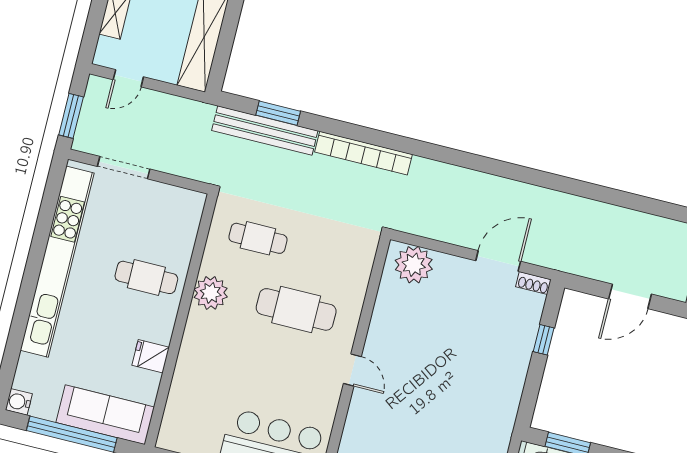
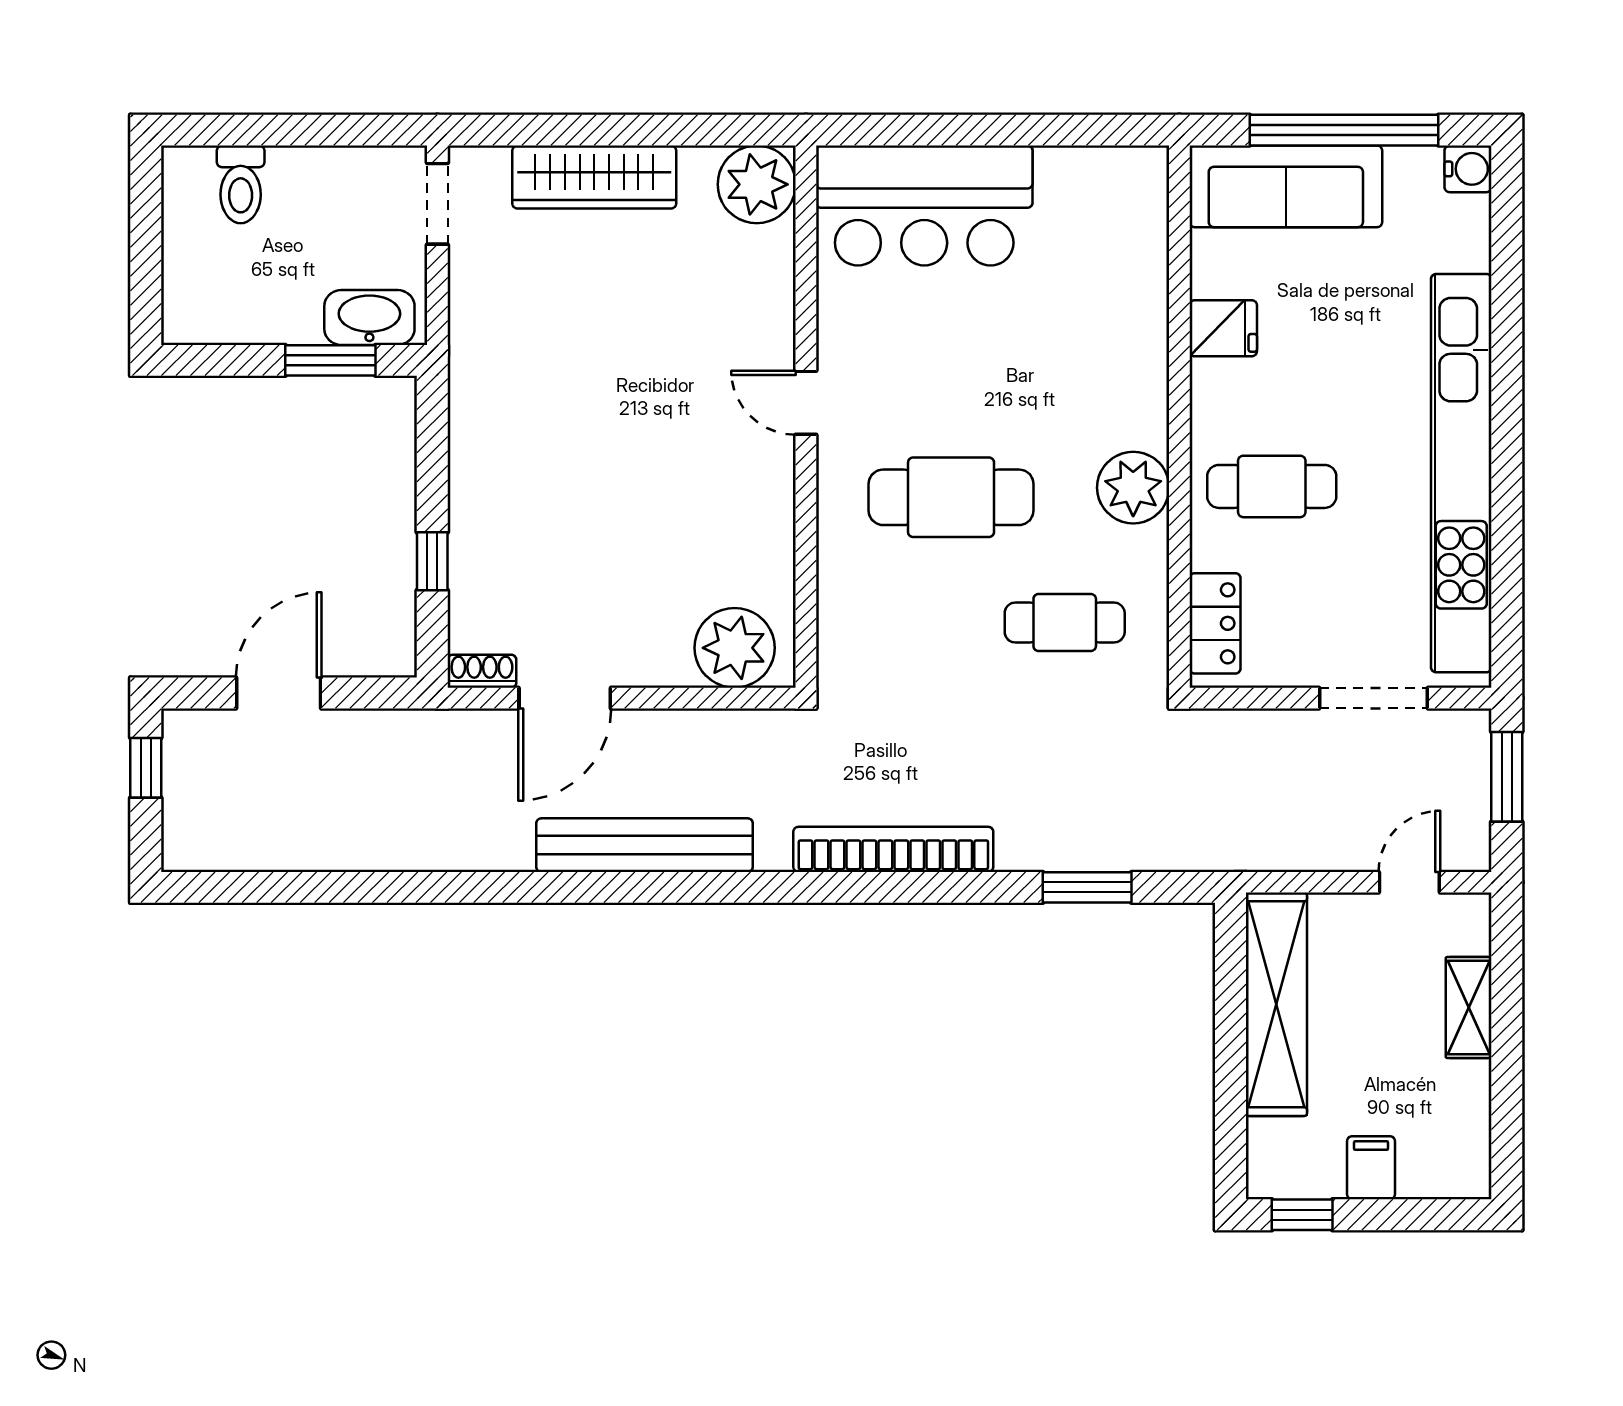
bench: (265, 131) -> (645, 845), moved
locker: (188, 221) -> (1215, 623), added

